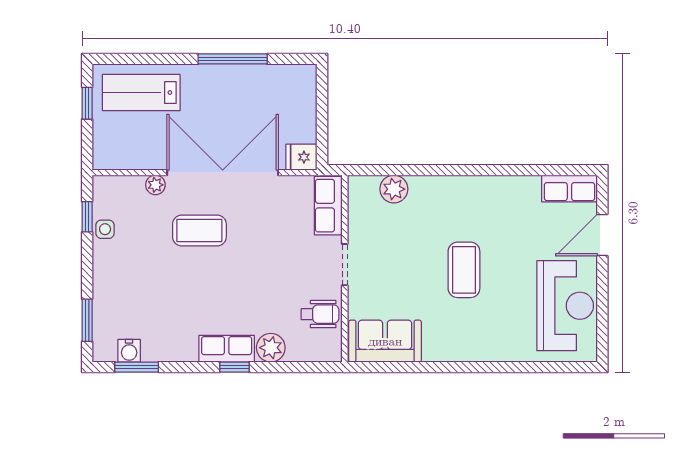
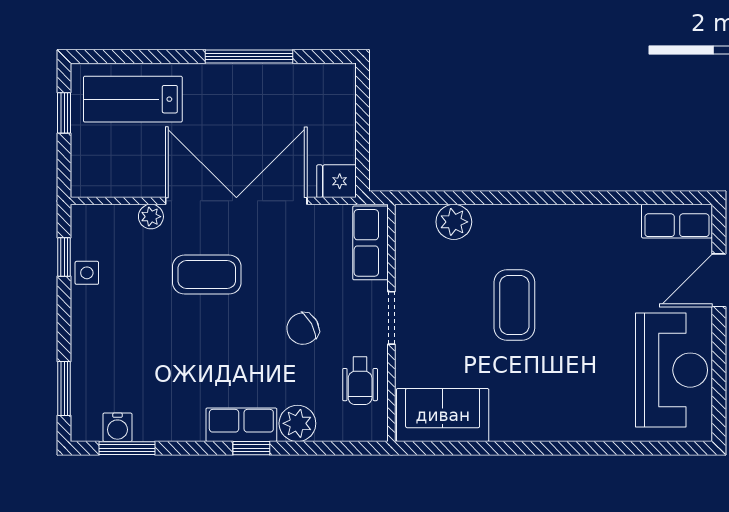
coffee table: (464, 270) -> (514, 305), moved
chair: (275, 273) -> (303, 329), added
wheelchair: (320, 314) -> (360, 381), turned 90

